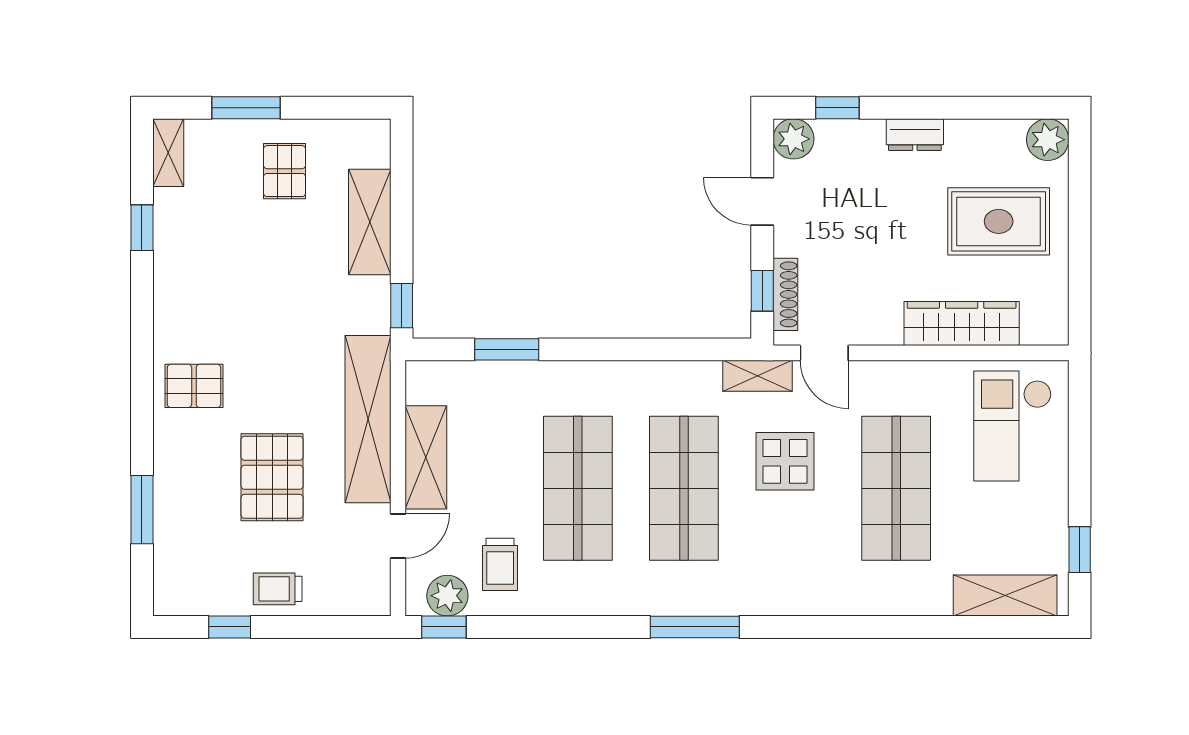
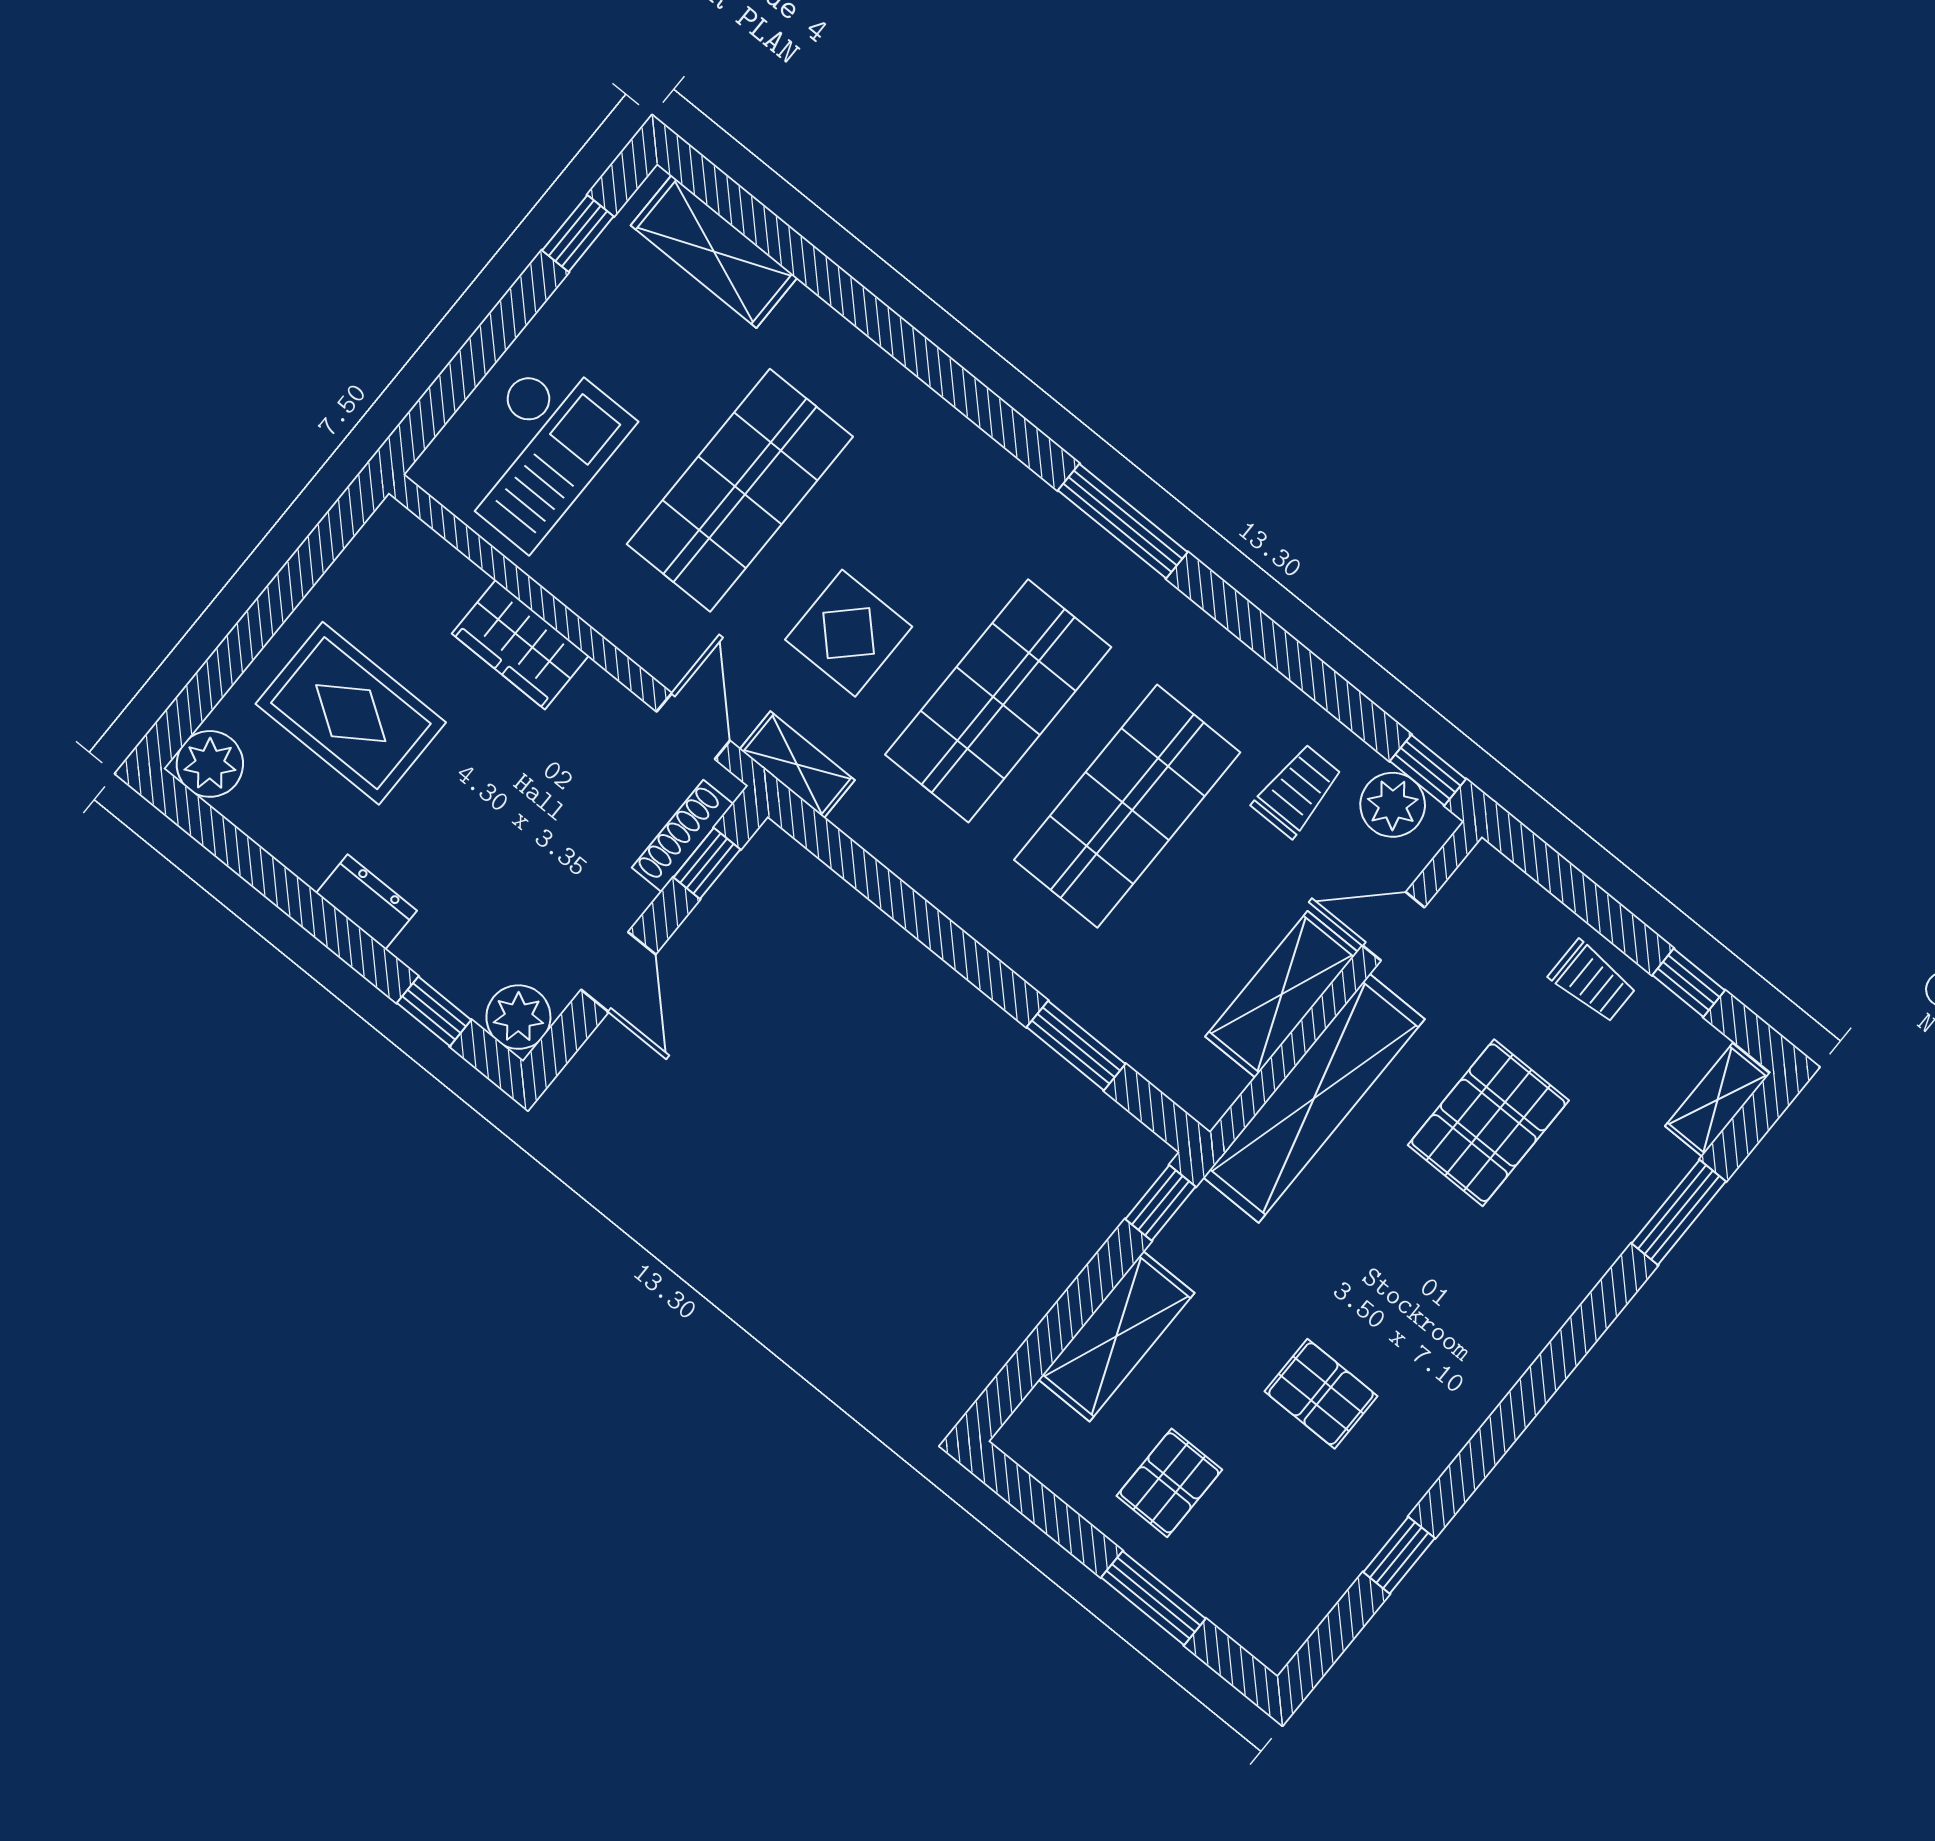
shelving: (168, 153) -> (1717, 1100), moved
wardrobe: (962, 324) -> (520, 645), width x0.67
pallet: (194, 386) -> (1321, 1394), moved

